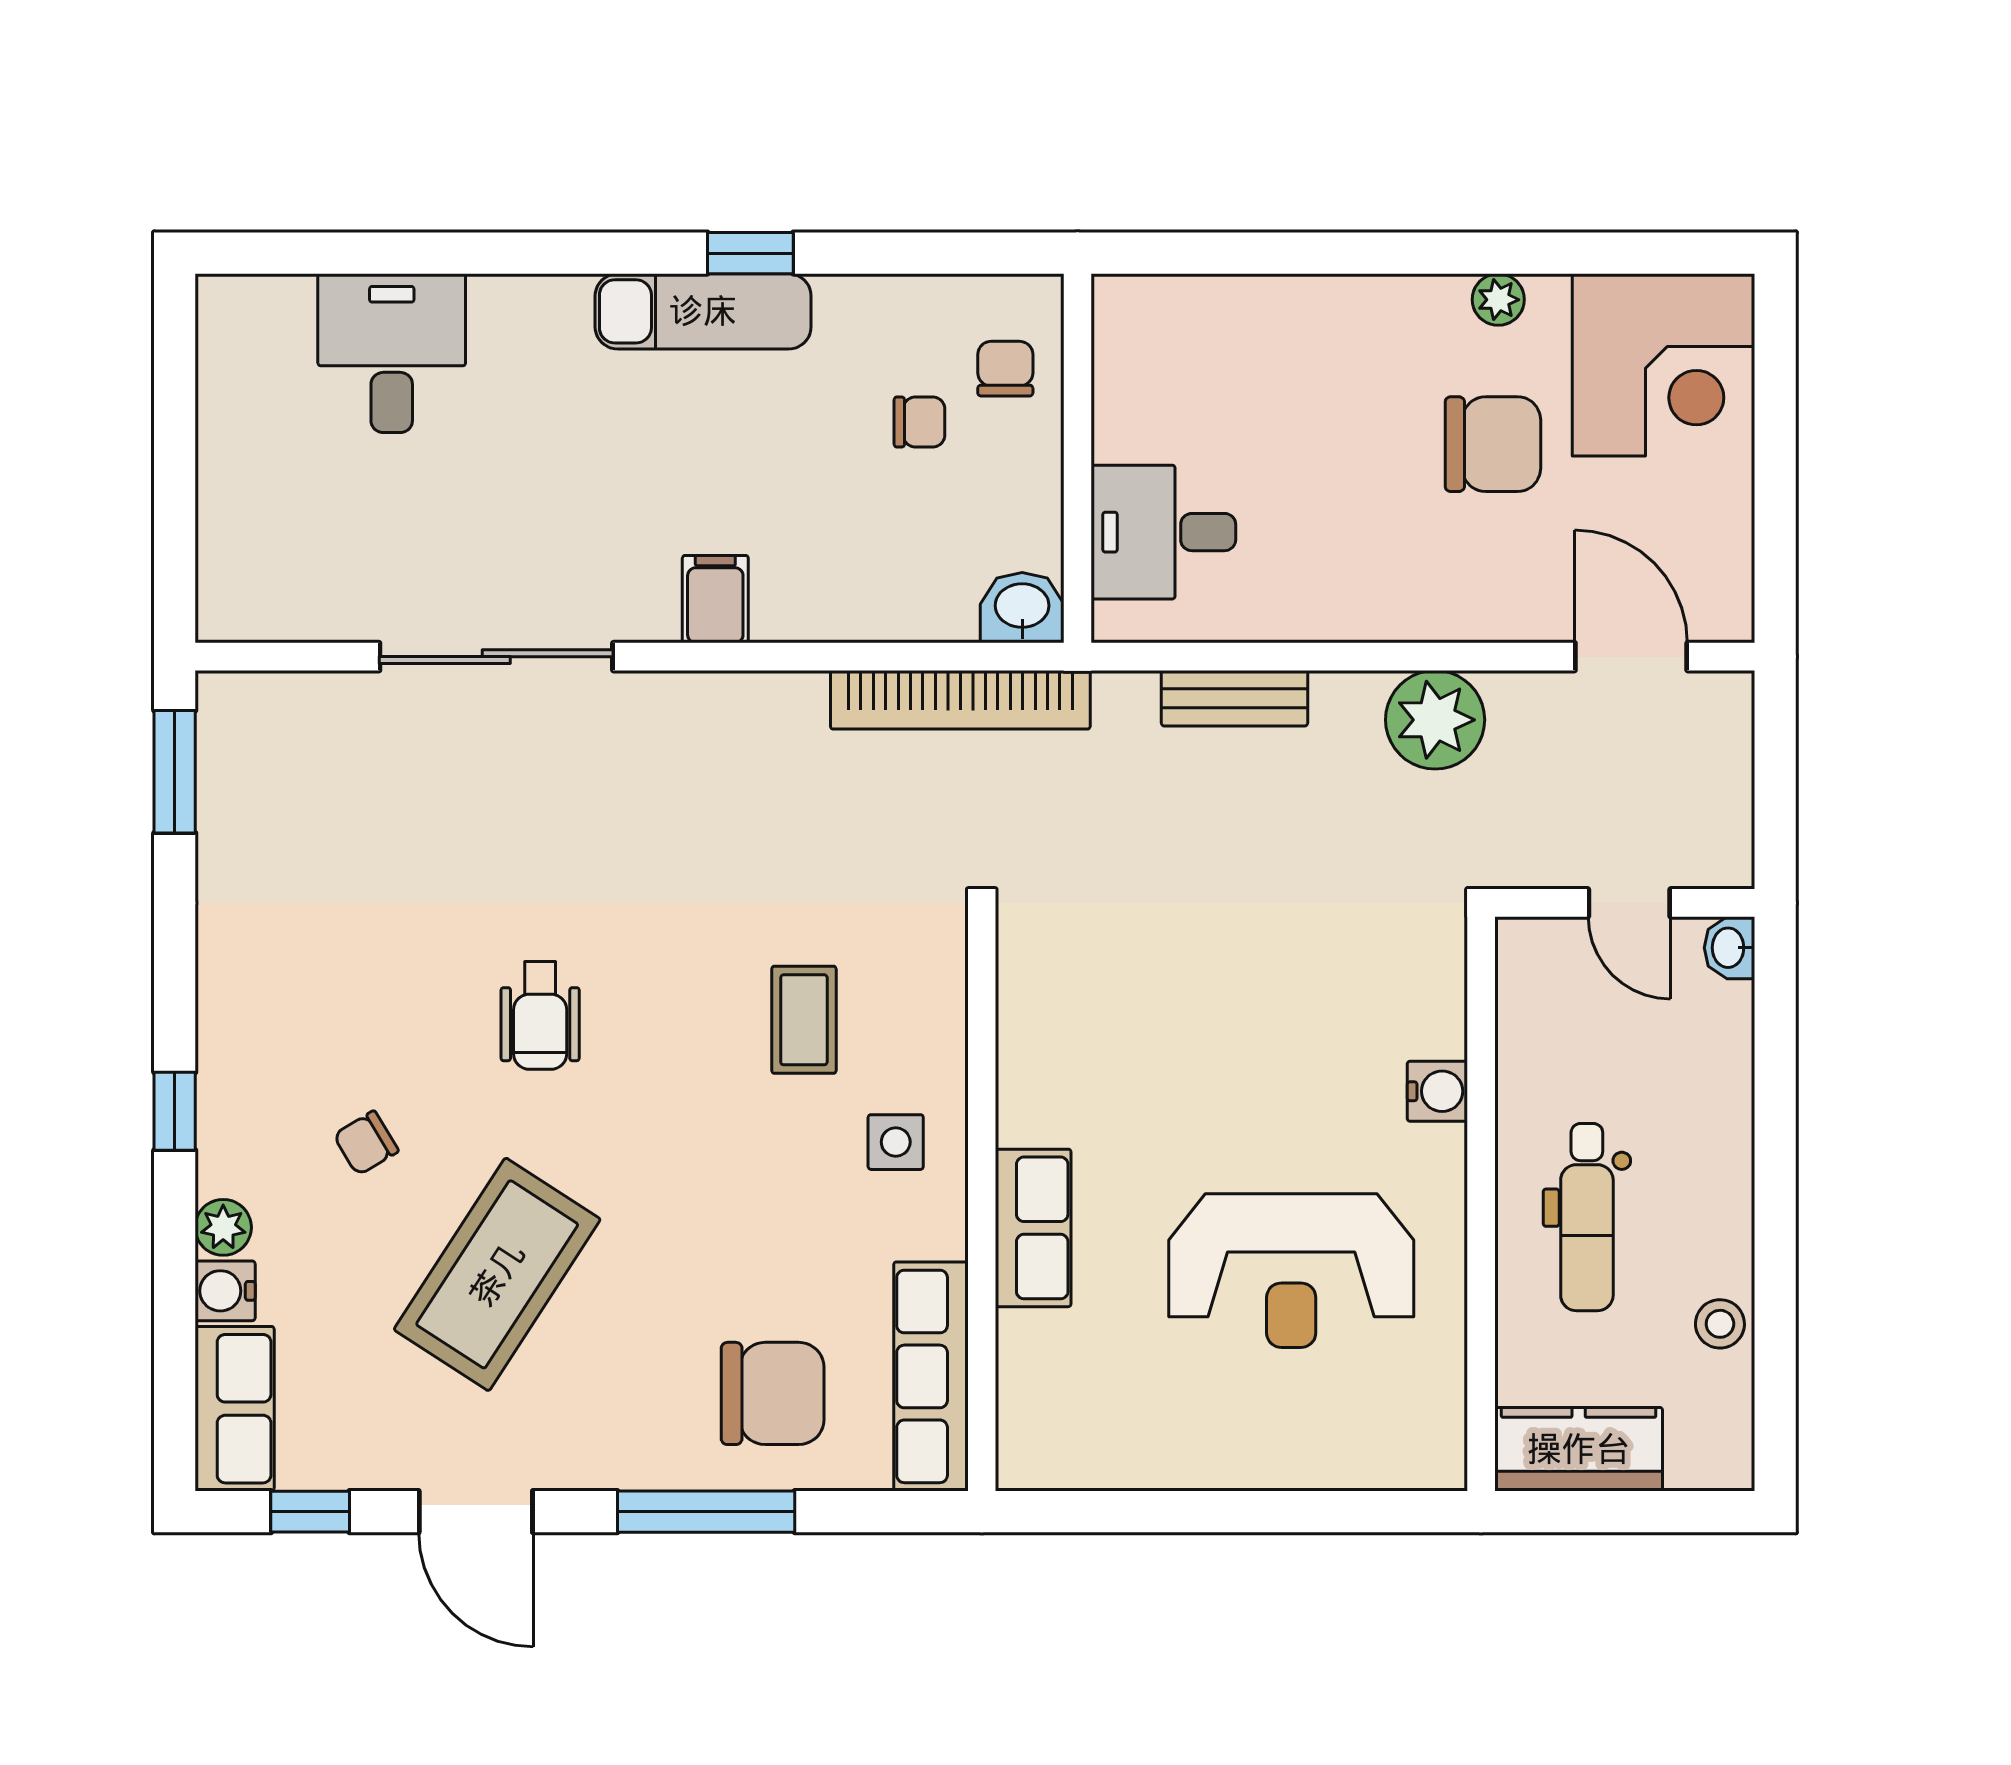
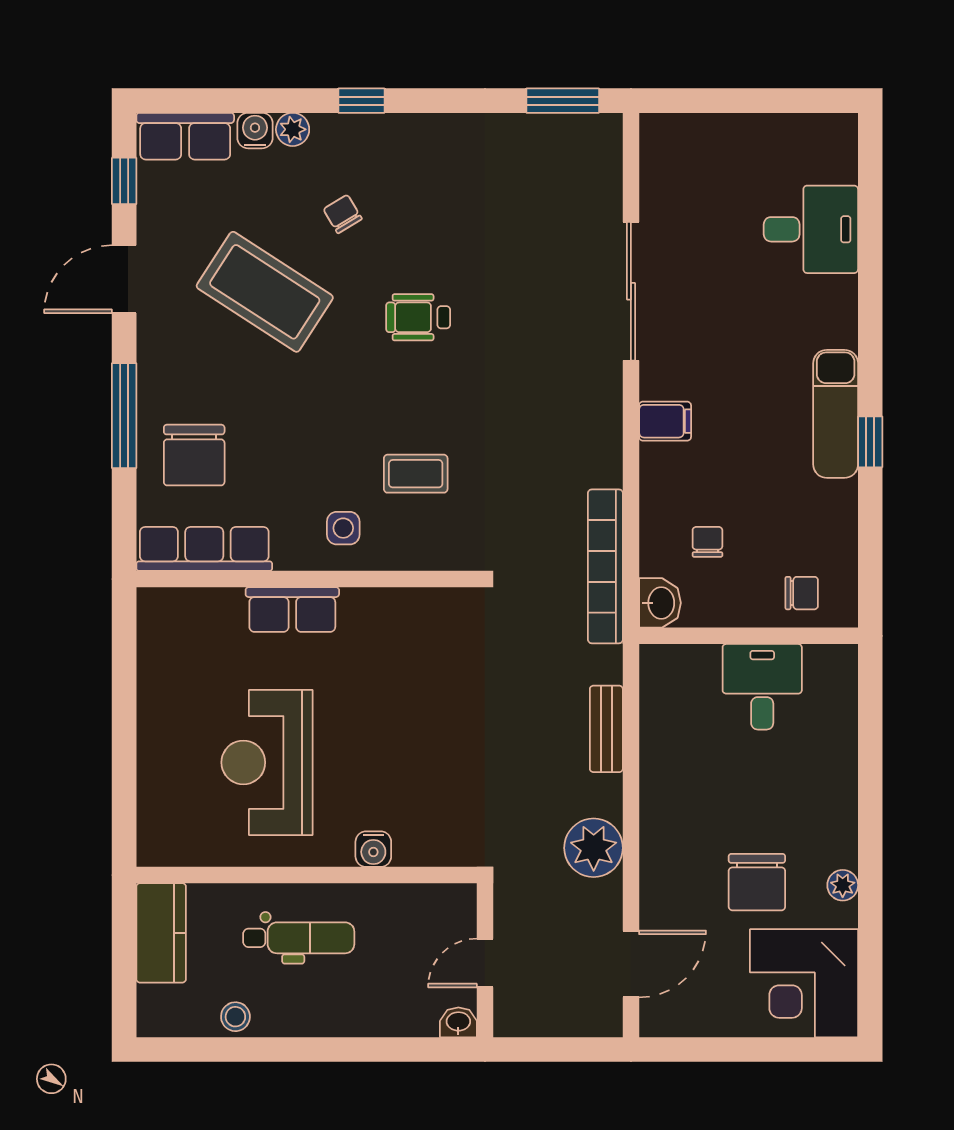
chair: (919, 422) -> (707, 542), moved, turned 180
desk: (1163, 532) -> (762, 687), moved
dental chair: (1587, 1217) -> (299, 938), turned 180

